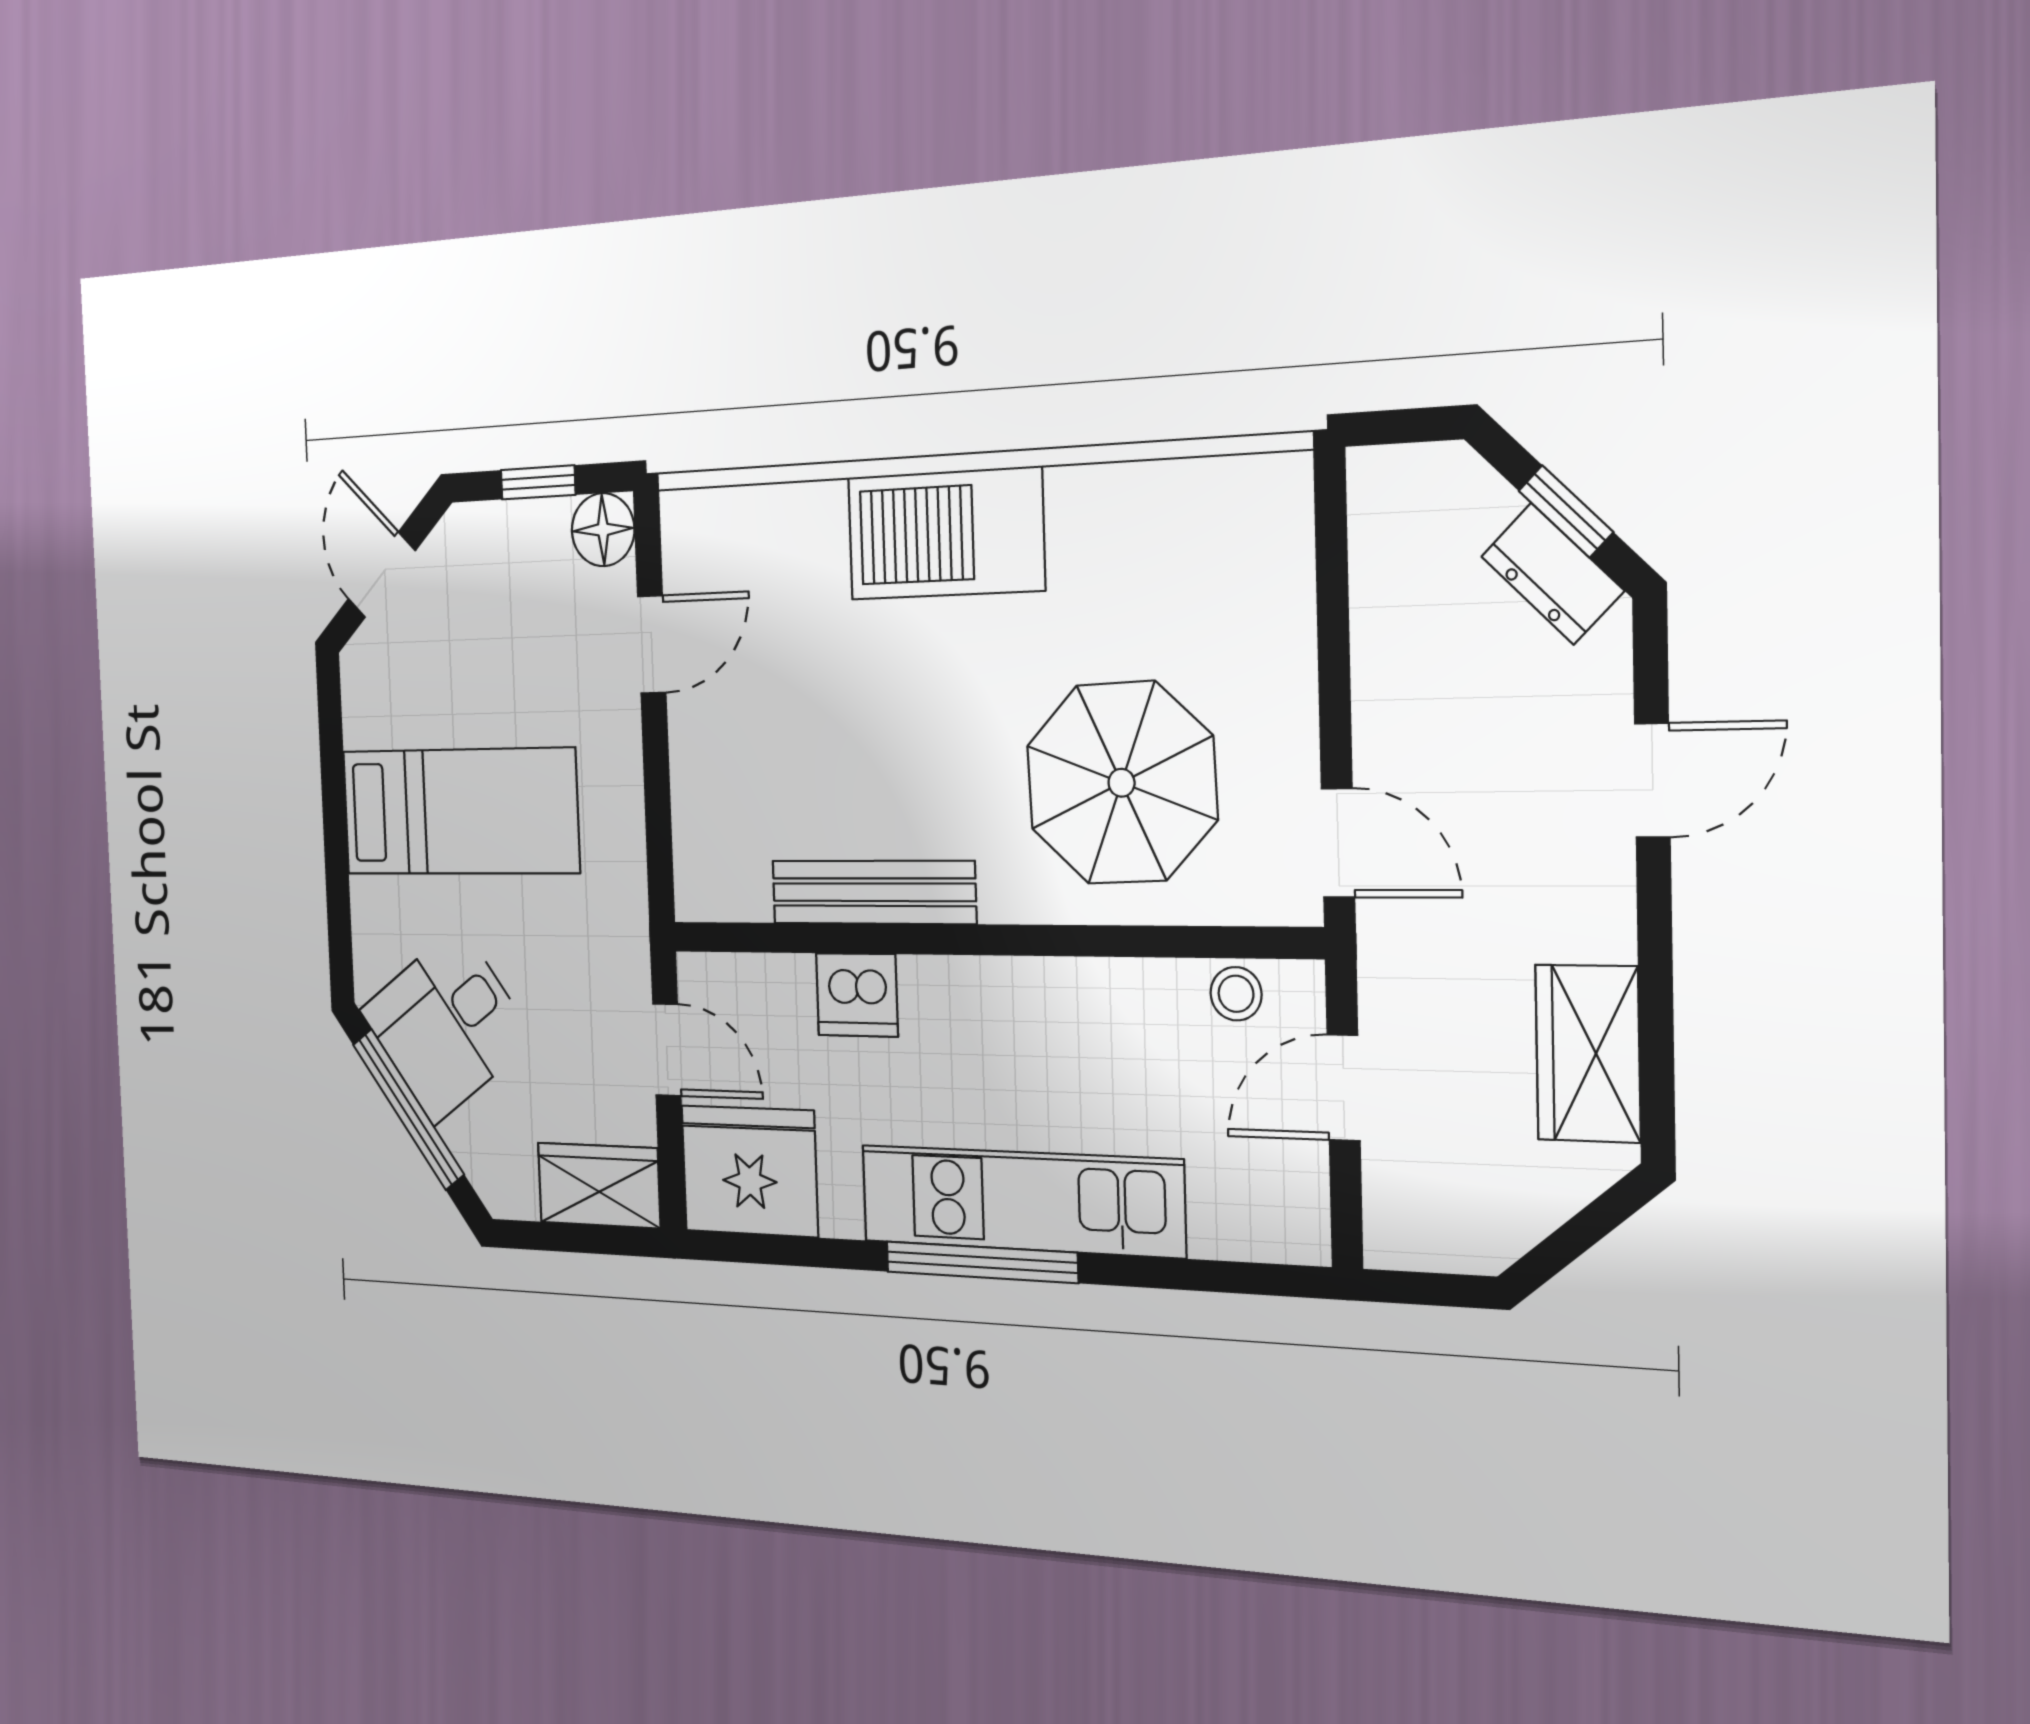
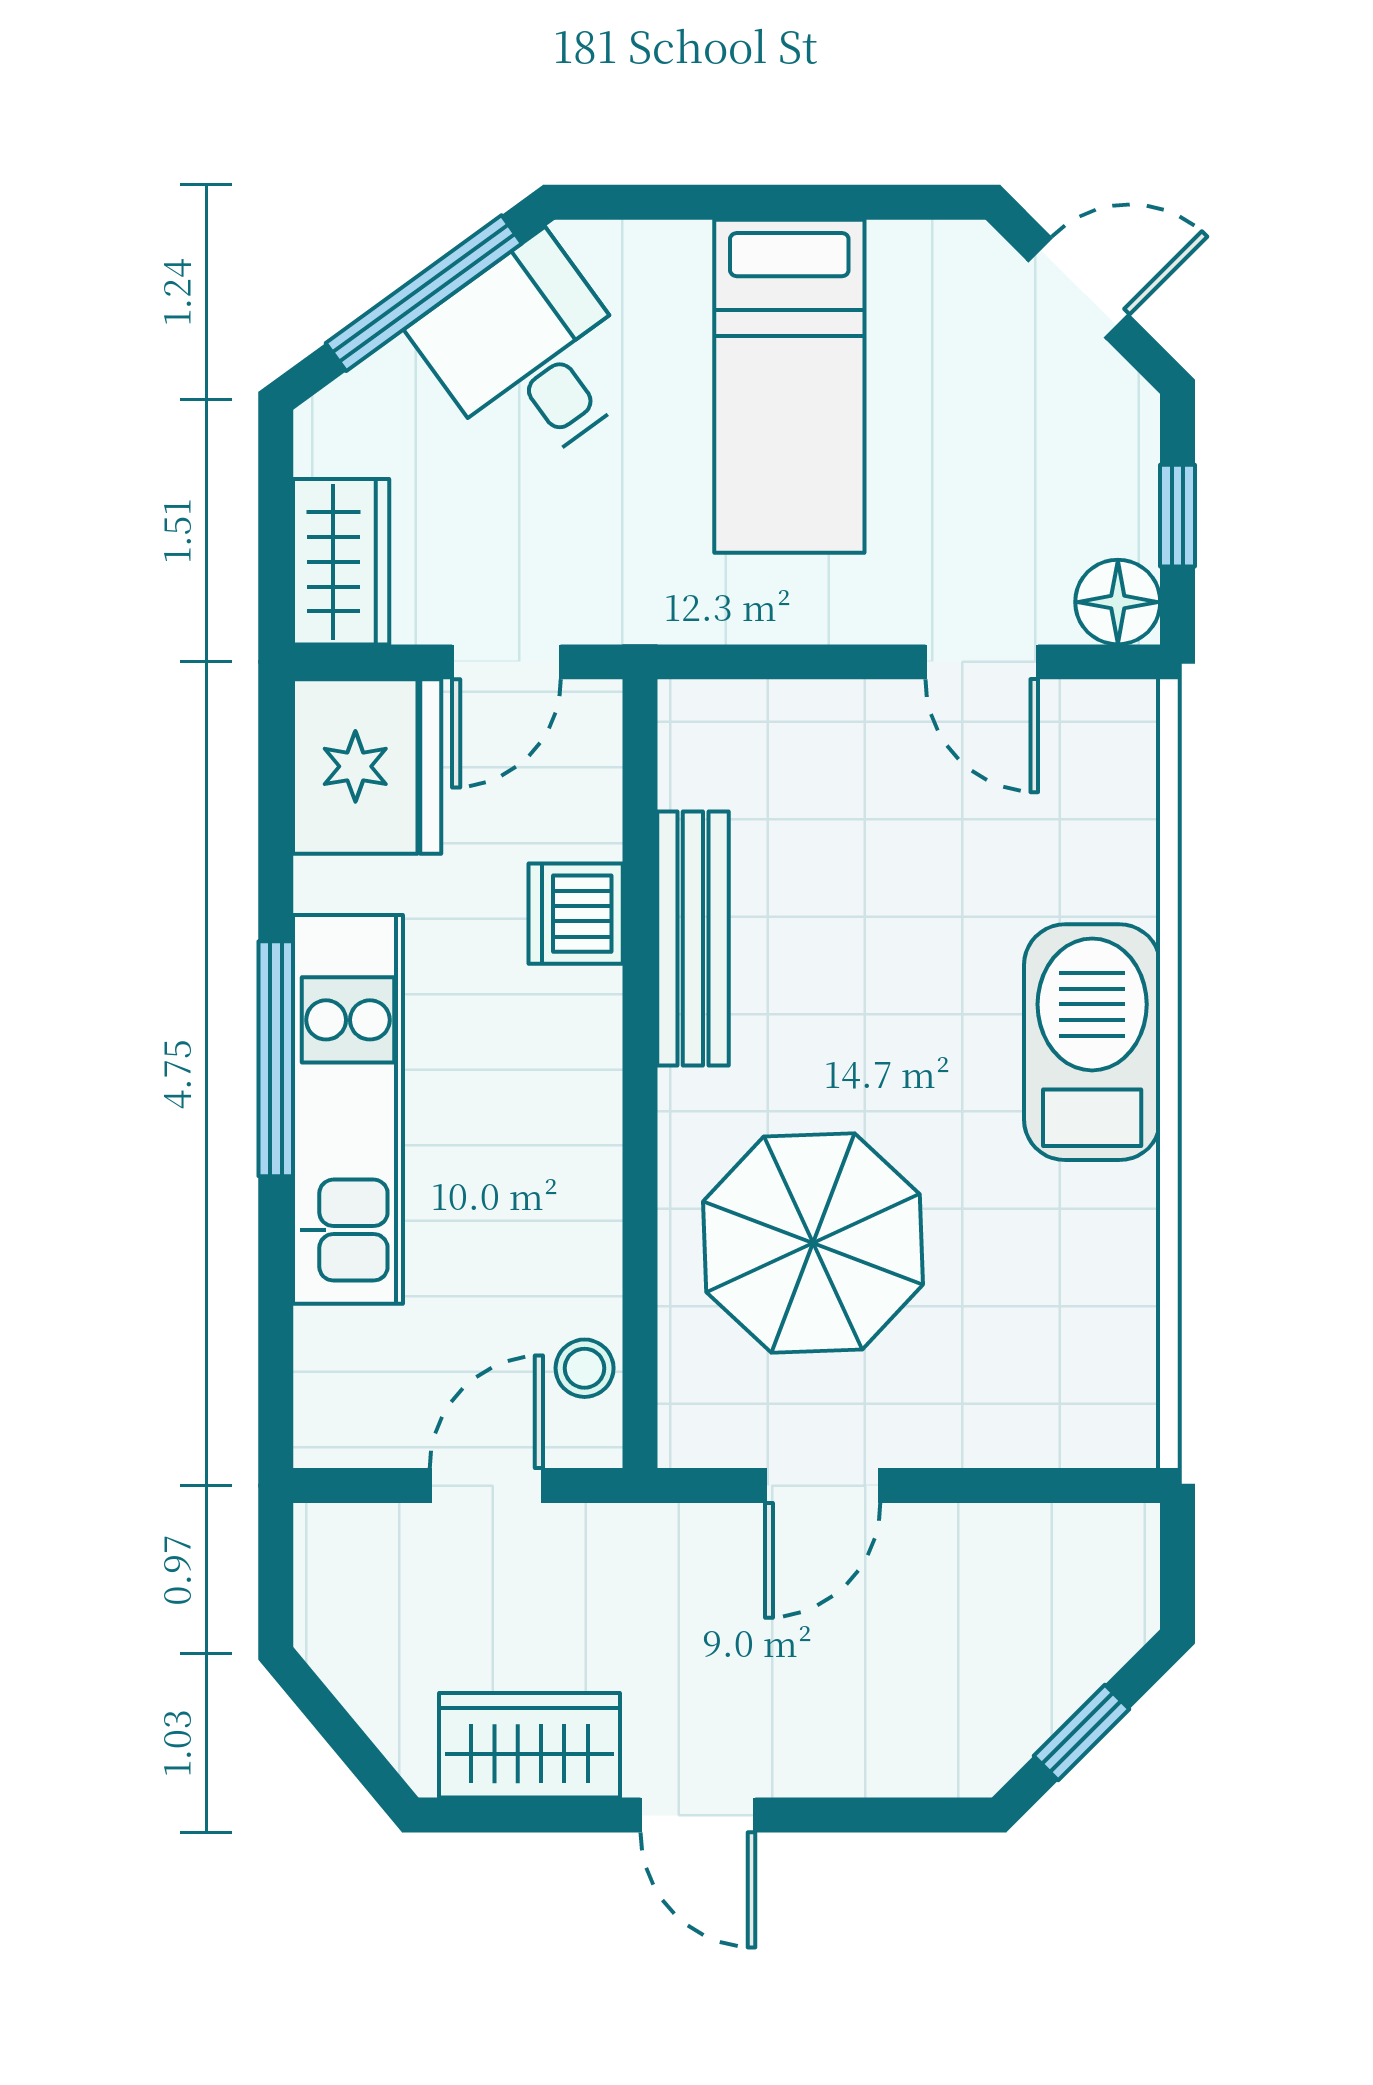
dresser: (1552, 574) -> (1019, 1718), removed
door: (1652, 780) -> (698, 1815), moved
door: (1338, 843) -> (823, 1486), moved
door: (1344, 1088) -> (486, 1486), hinge flipped

